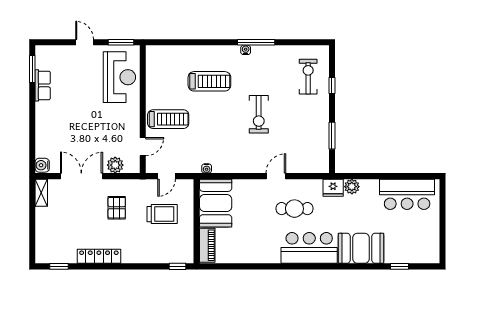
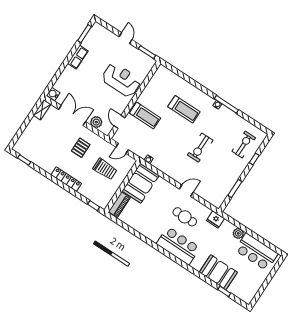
reception desk: (119, 77) -> (121, 80), moved, turned -90
row of seats: (43, 85) -> (78, 57), moved
door: (143, 147) -> (120, 122), swing flipped
plant: (352, 187) -> (238, 233), moved
booth: (361, 248) -> (218, 272), moved
locker: (99, 256) -> (66, 179), moved

